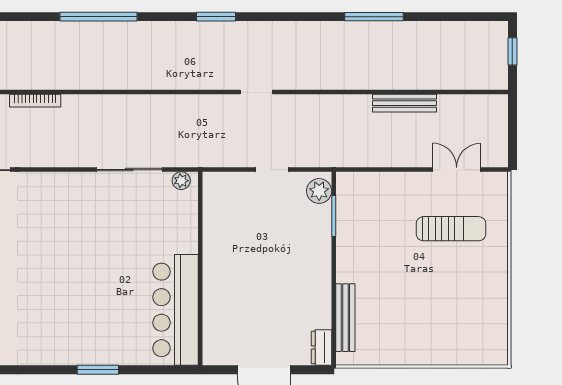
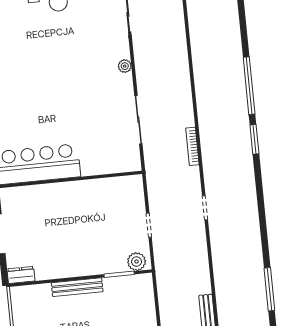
window: (216, 17) -> (254, 139), moved
bookcase: (35, 101) -> (192, 146), moved
plant: (181, 181) -> (125, 66), moved
bench: (345, 318) -> (77, 287), moved

